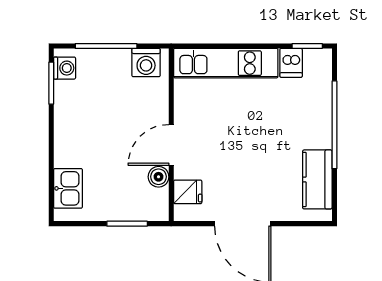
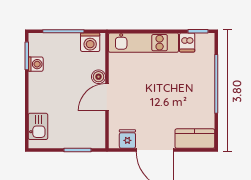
washing machine: (65, 68) -> (36, 64), moved
boiler: (159, 177) -> (99, 77), moved
kitchen counter: (317, 179) -> (195, 139), moved, turned 90
fridge: (188, 192) -> (127, 139), moved, turned -90

